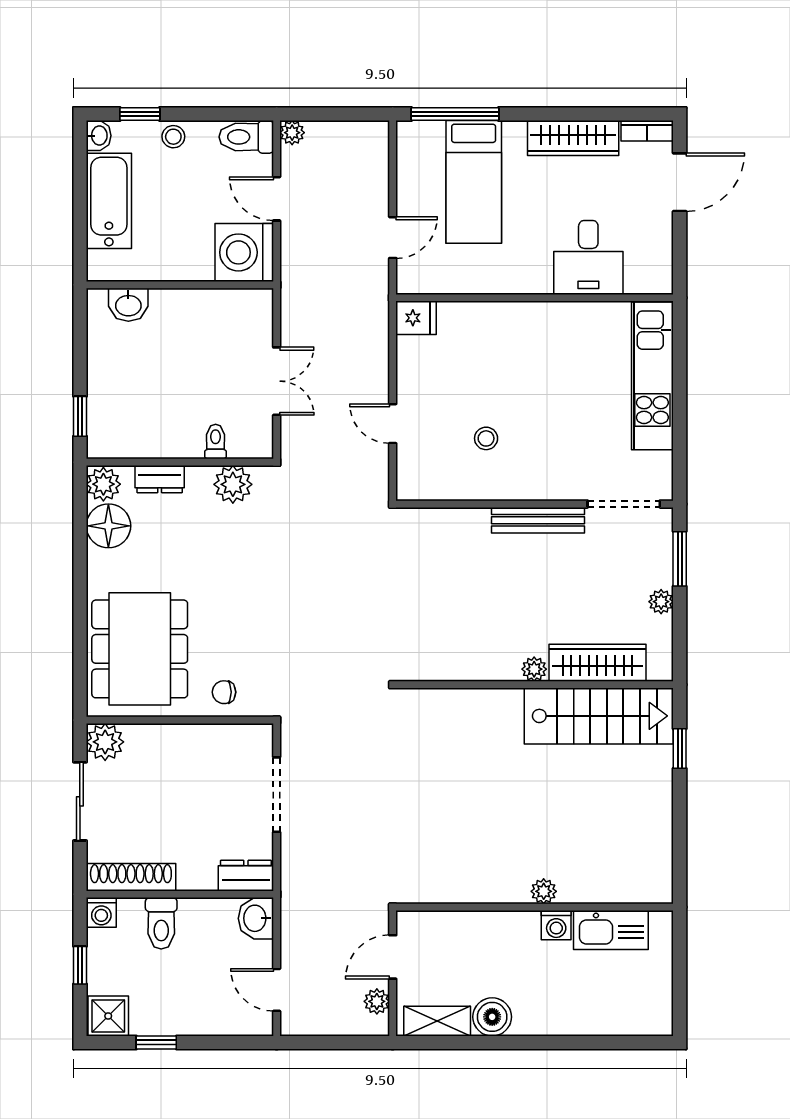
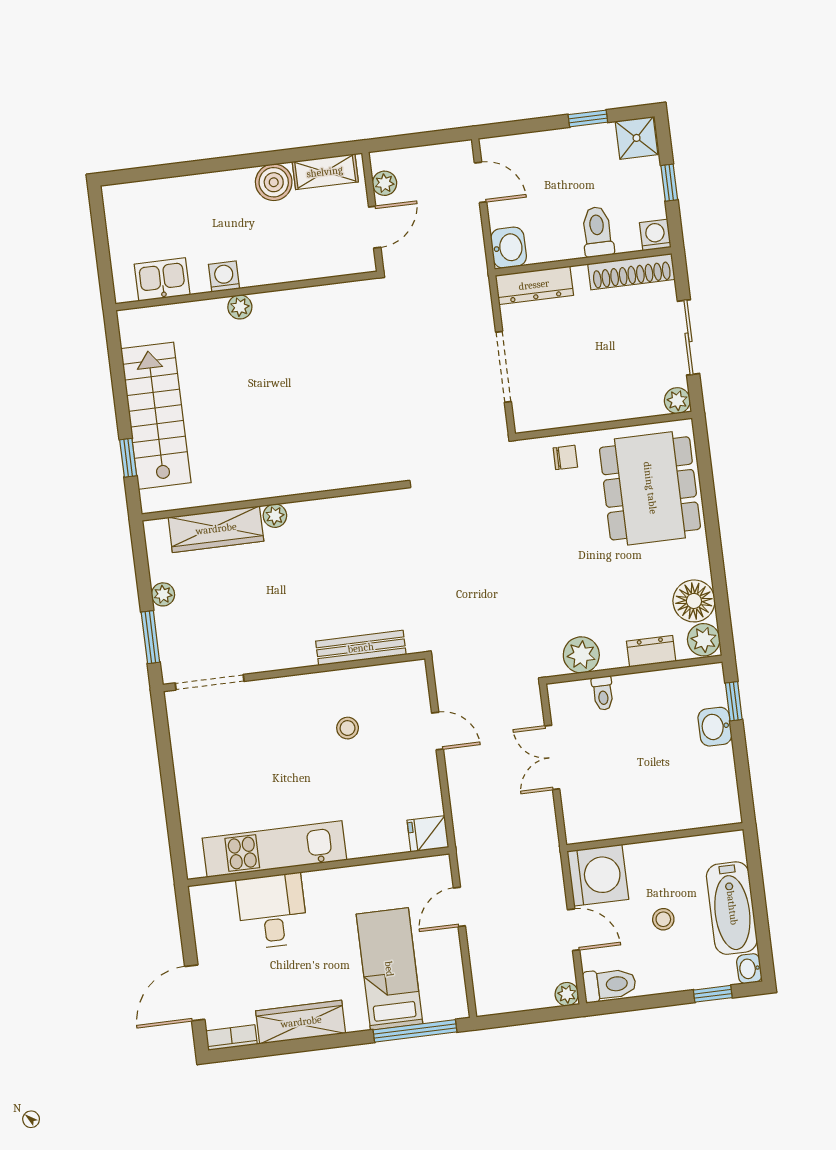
stool: (173, 137) -> (663, 919), moved
washbasin: (128, 305) -> (715, 727), moved, turned -90
kitchen unit: (652, 376) -> (274, 849), moved, turned -90
bench: (538, 520) -> (361, 648), moved
stairs: (599, 716) -> (156, 416), moved, turned 90
plant: (105, 742) -> (677, 401), width x0.73, depth x0.73
dresser: (246, 876) -> (534, 285), width x1.44
kitchen sink: (611, 930) -> (162, 279), width x0.73

